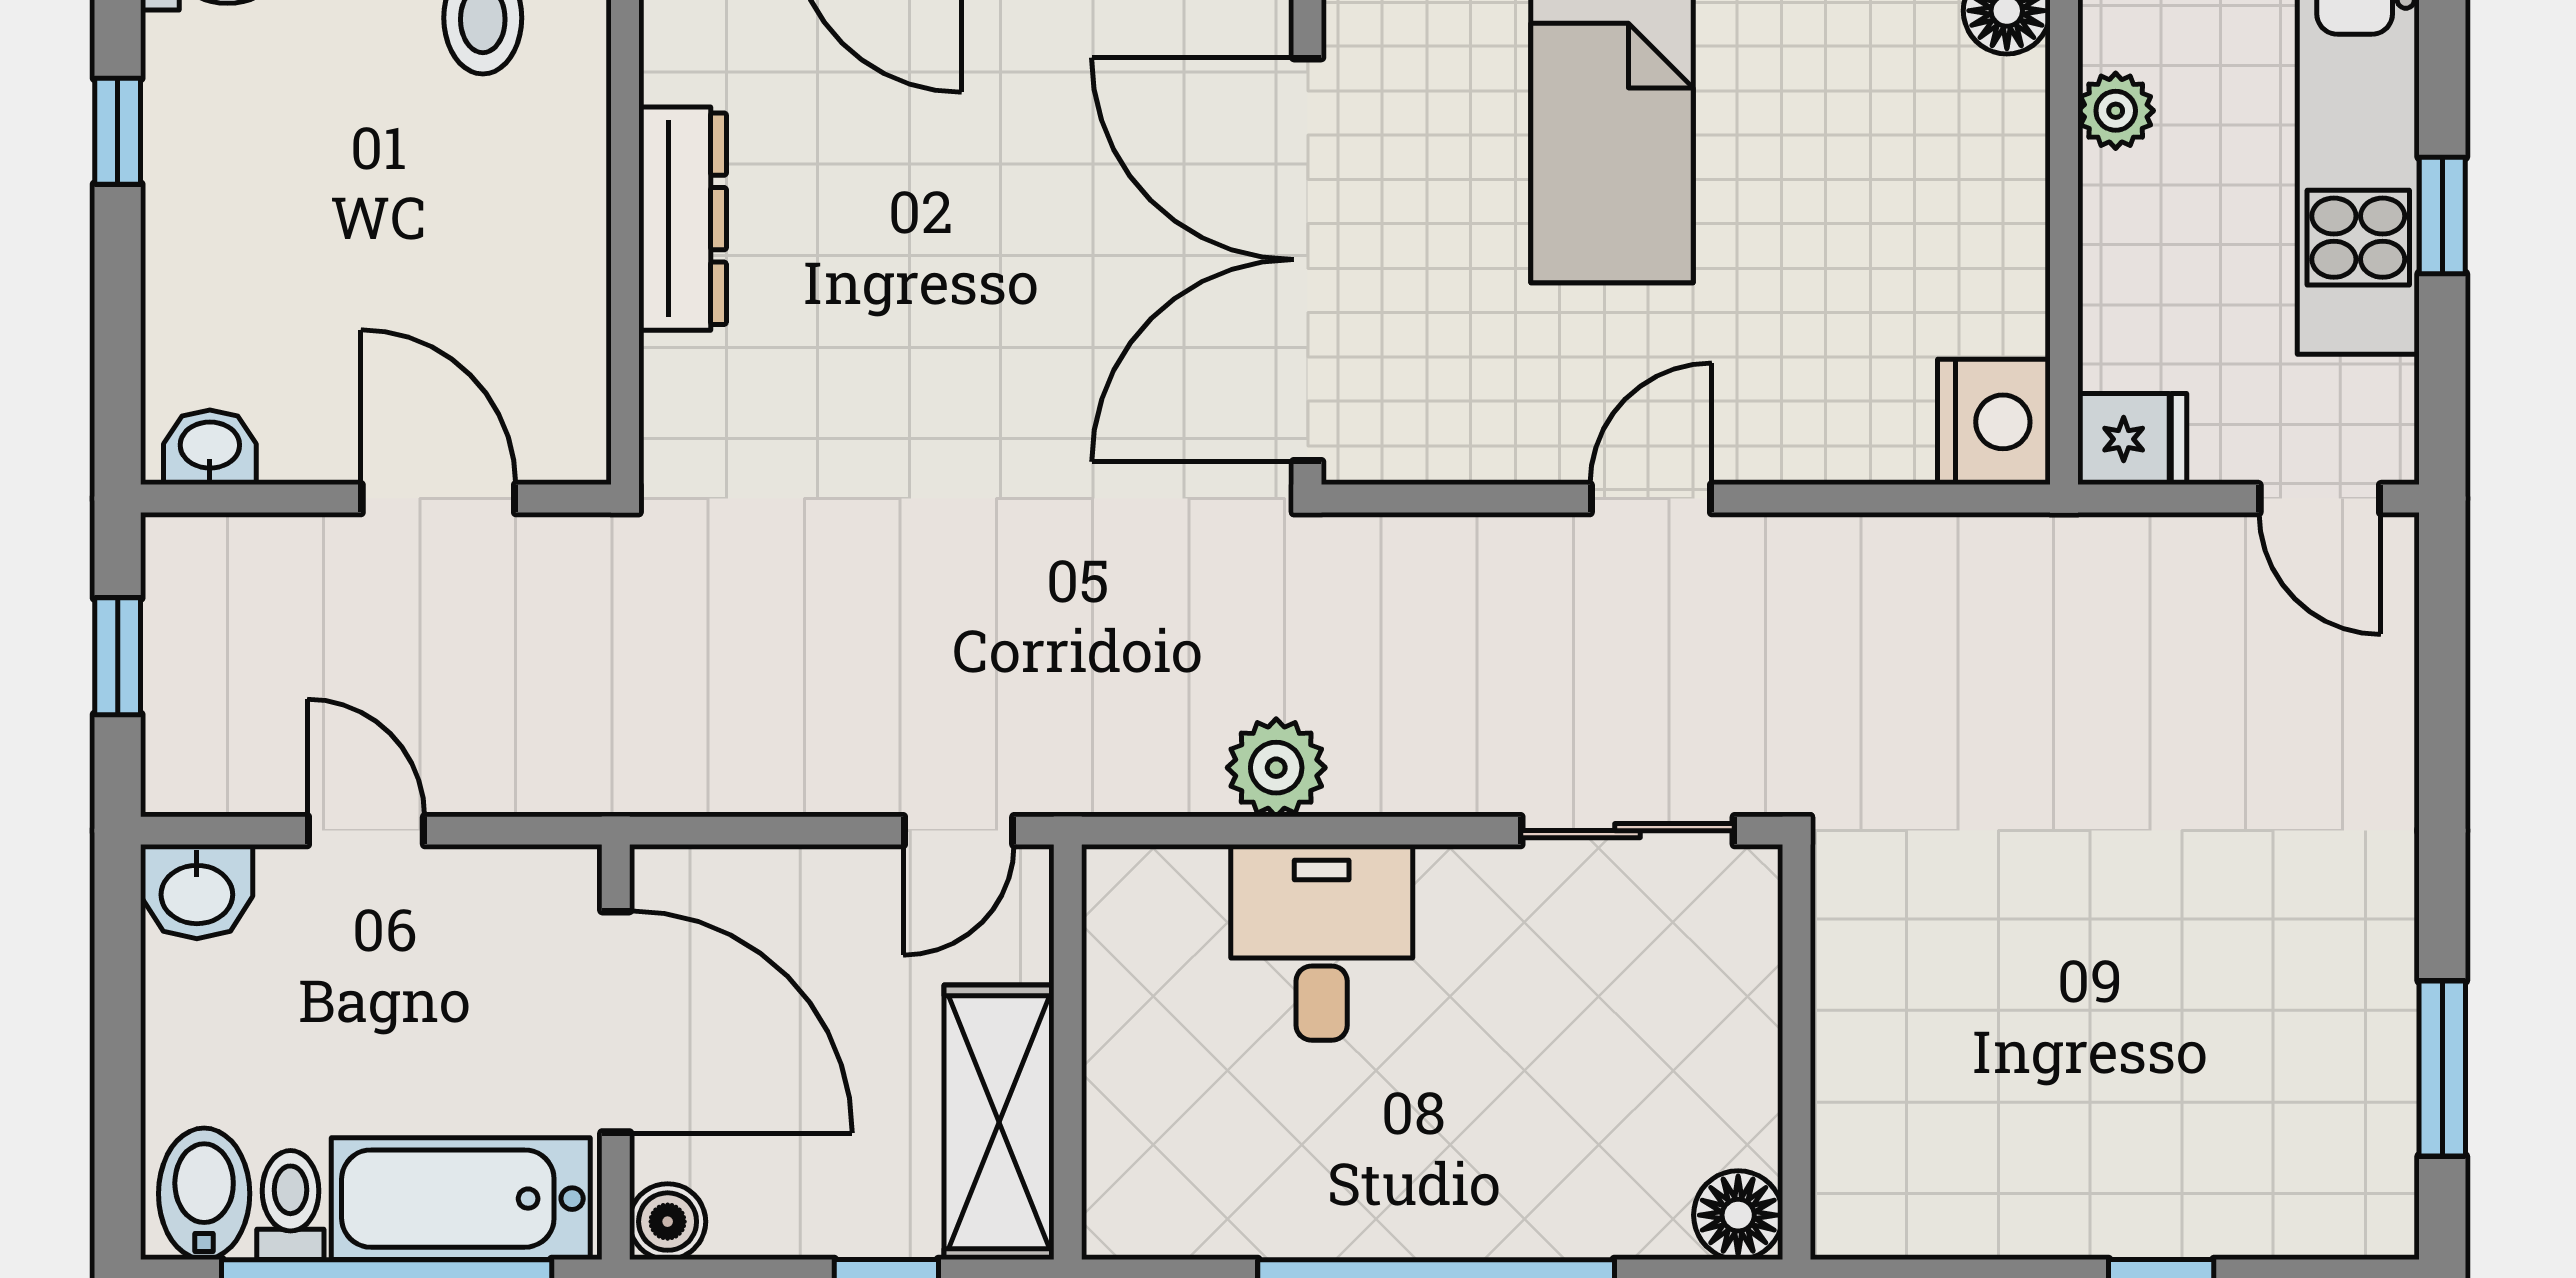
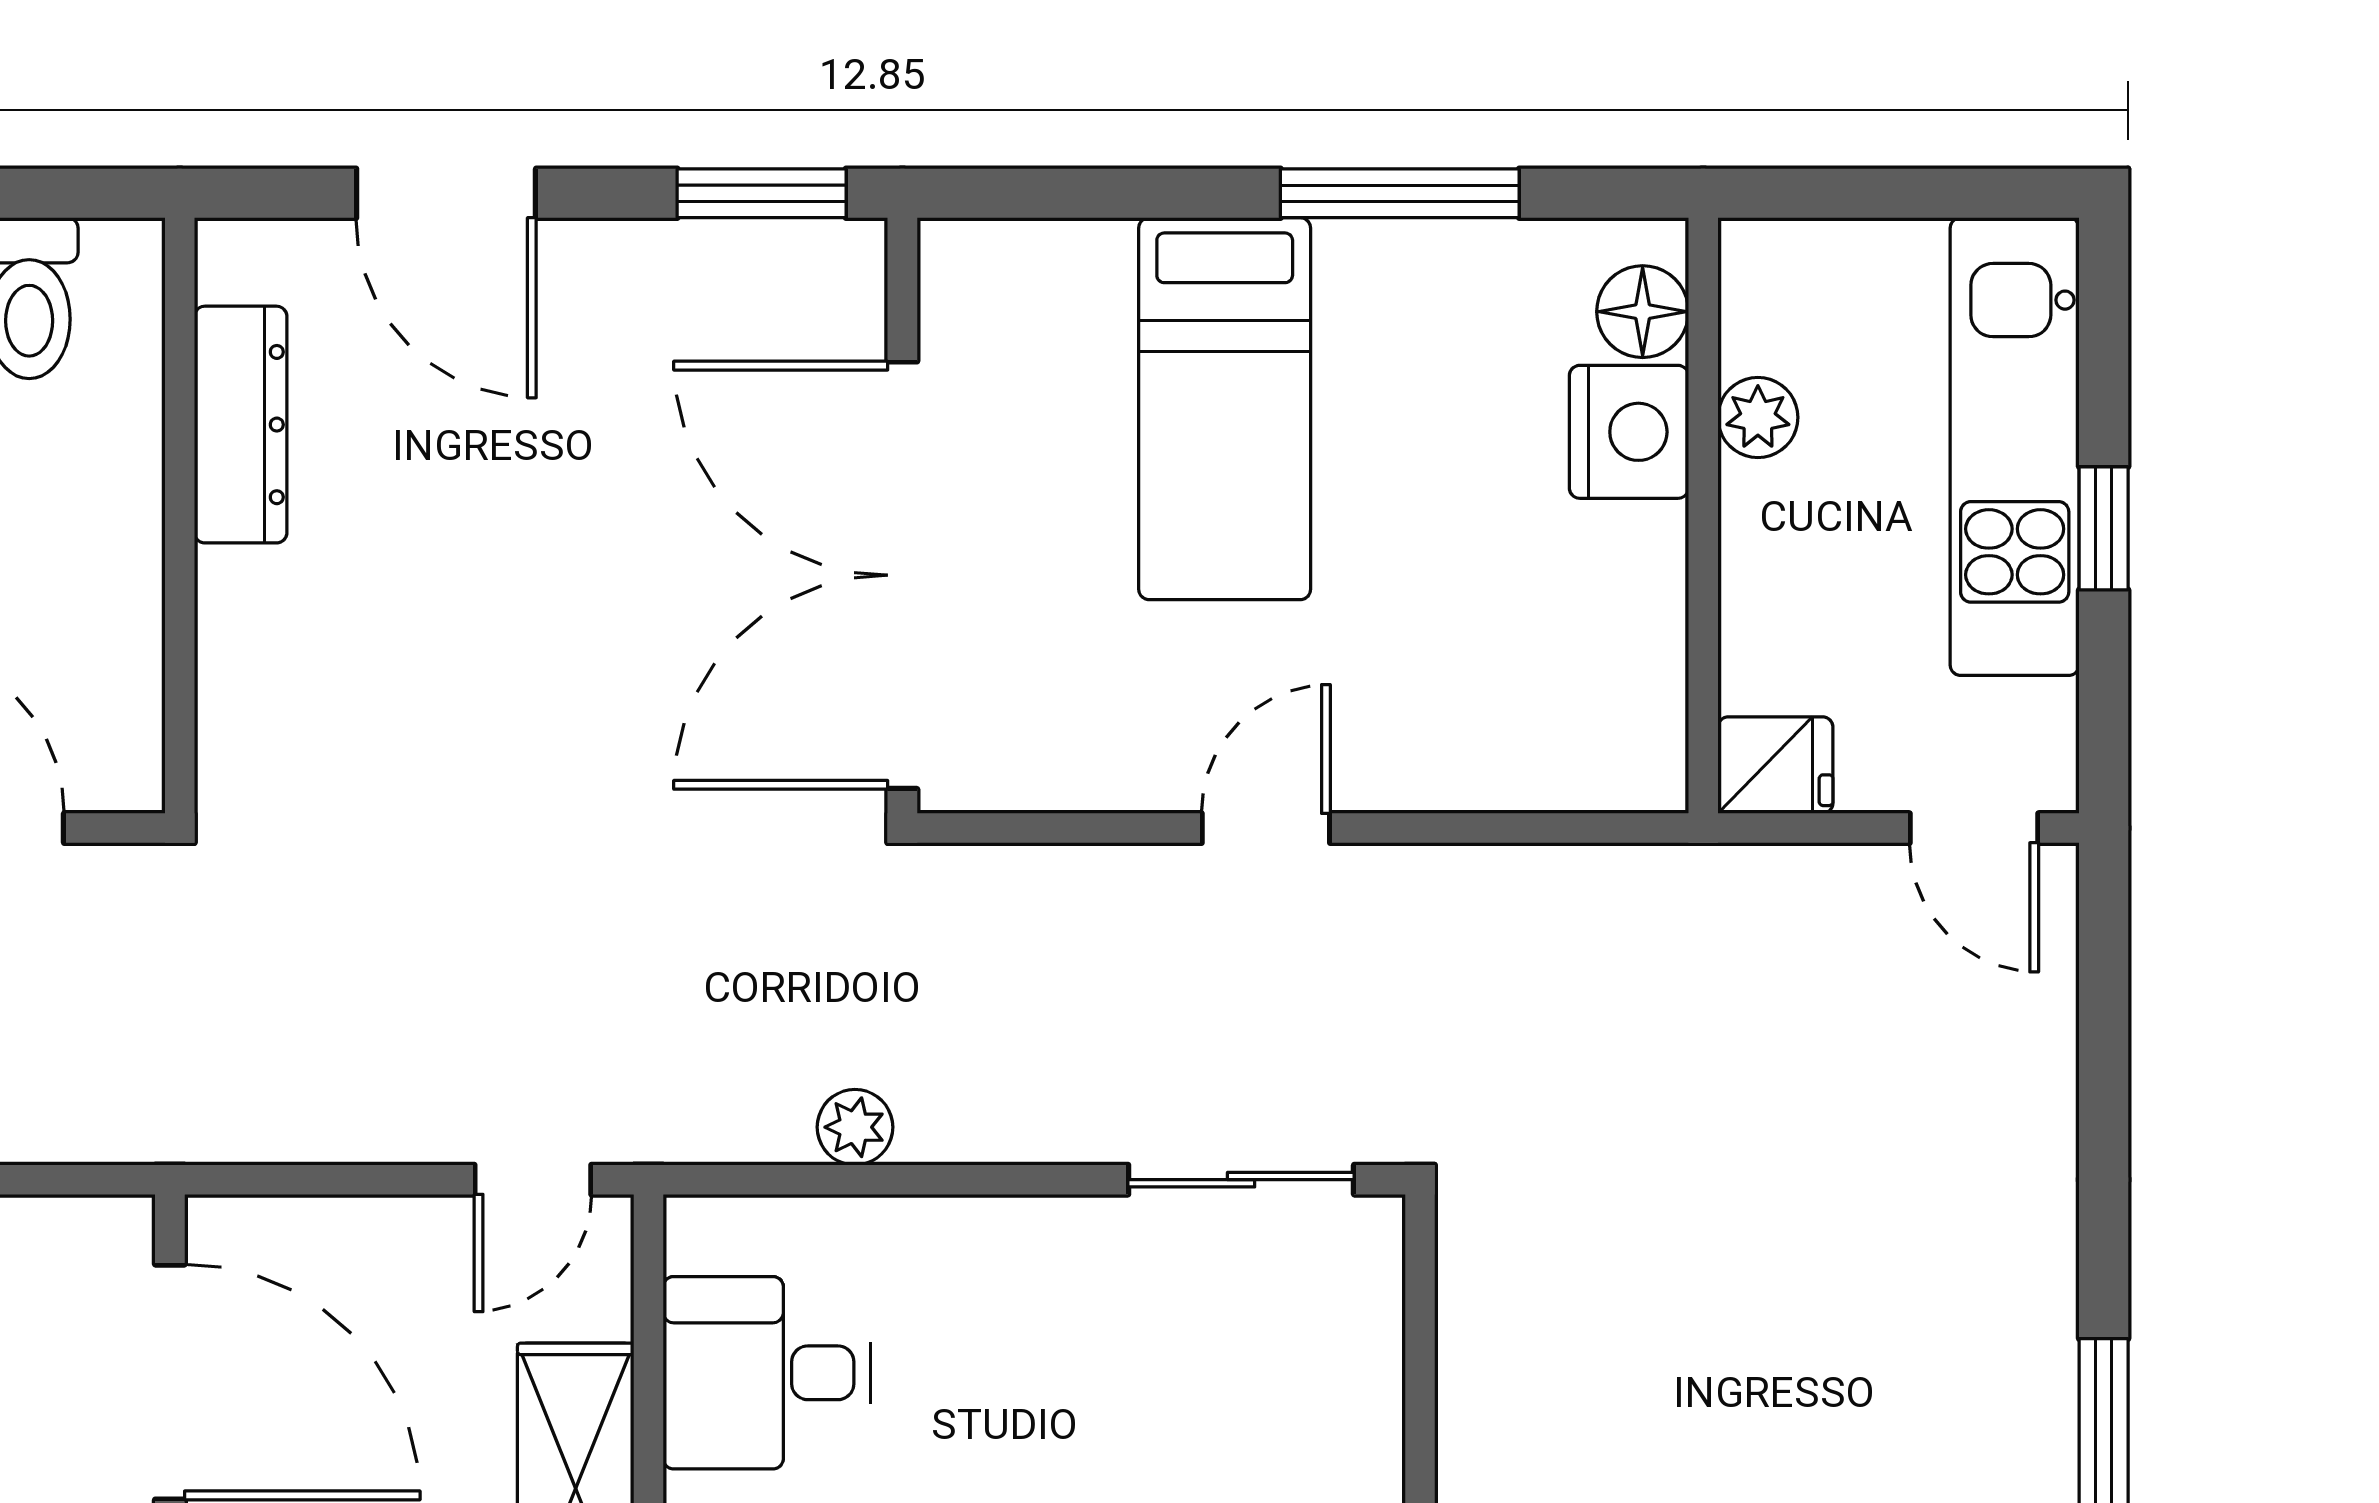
dresser: (683, 219) -> (241, 425), moved
nightstand: (1994, 422) -> (1629, 432), moved
plant: (1276, 768) -> (855, 1127), width x0.73, depth x0.73
desk: (1322, 942) -> (767, 1373), moved, turned -90

